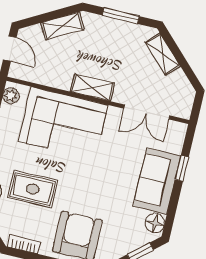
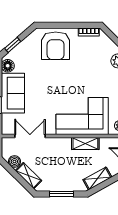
boiler: (178, 80) -> (14, 161), added
shelving: (92, 88) -> (85, 143), moved
rug: (33, 189) -> (92, 69), removed

